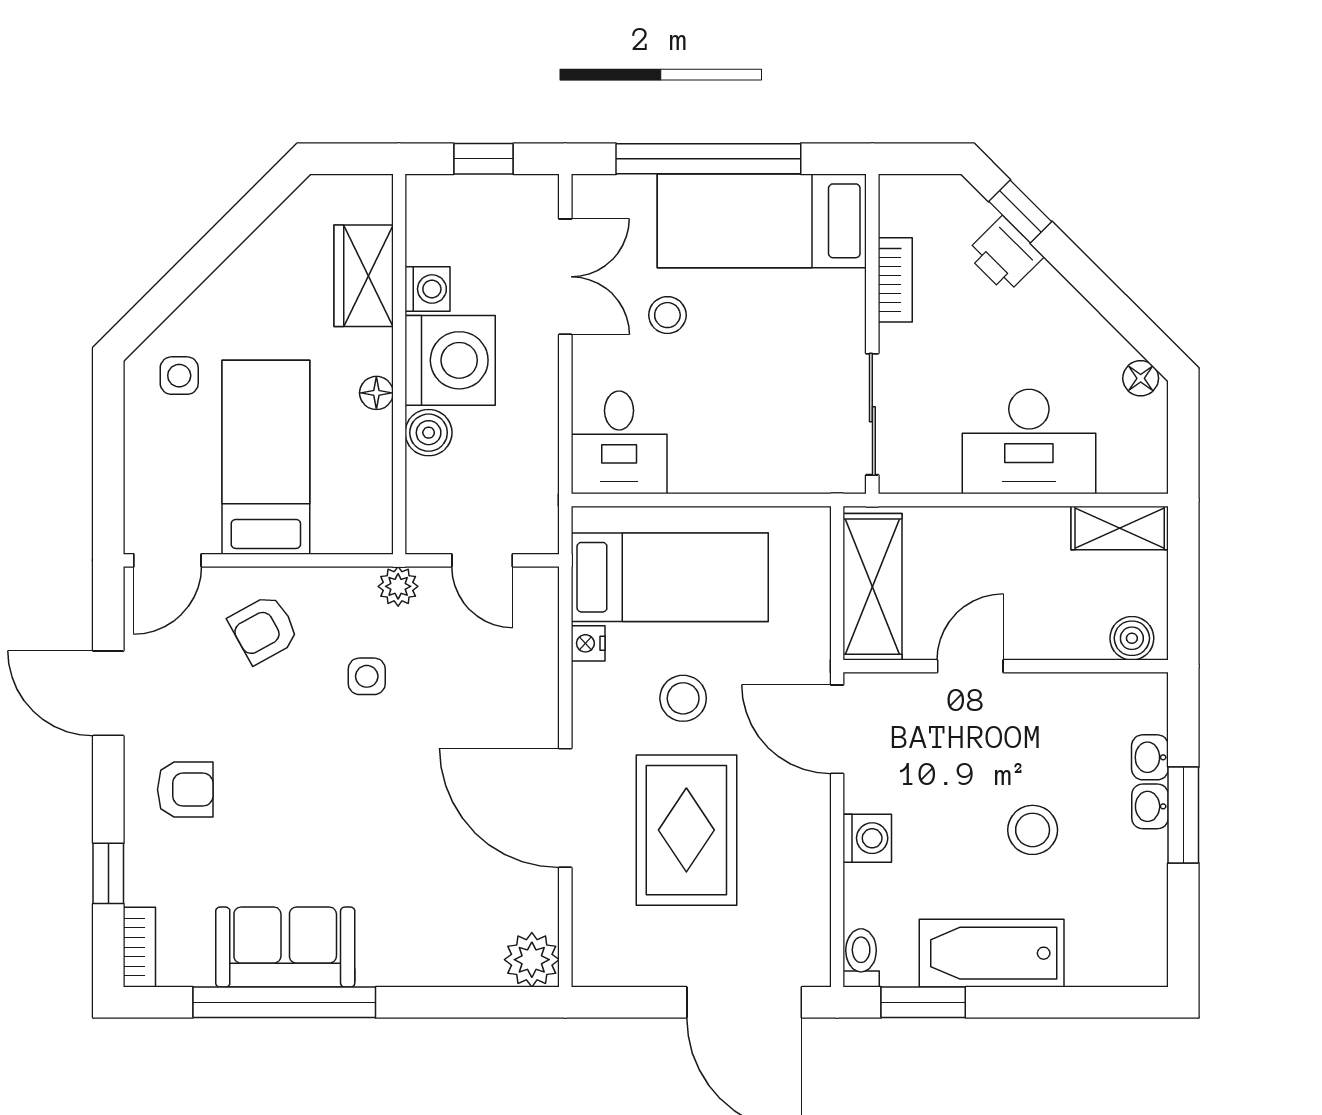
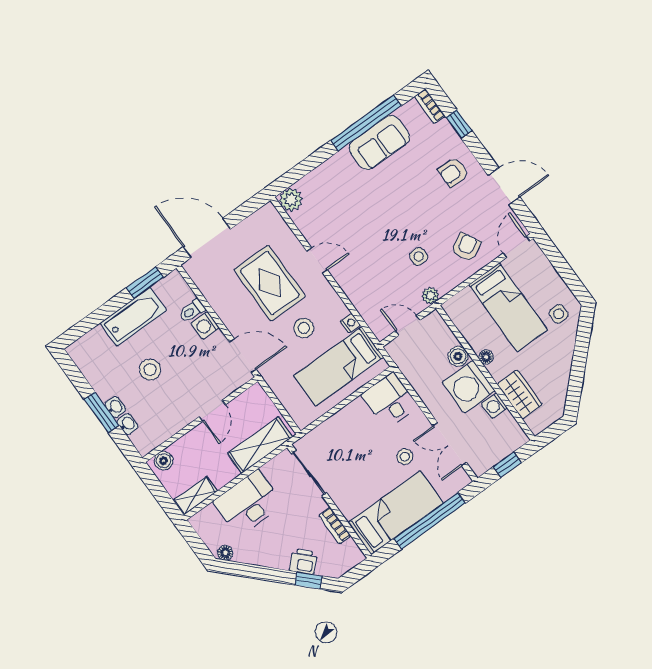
shelving: (872, 587) -> (260, 445), moved, turned 90
door: (565, 808) -> (317, 261), width x0.53
toilet: (861, 958) -> (192, 311), moved, turned 90

